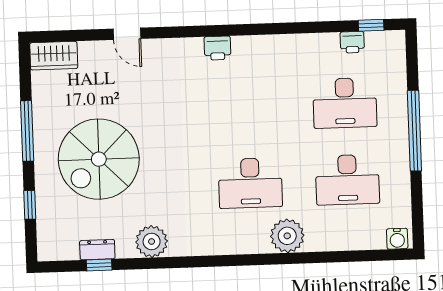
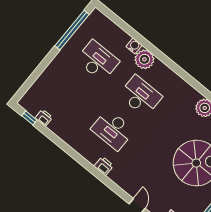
desk: (345, 103) -> (113, 130), moved, turned 180
window: (414, 131) -> (72, 30), moved
water cooler: (397, 239) -> (134, 46), moved

